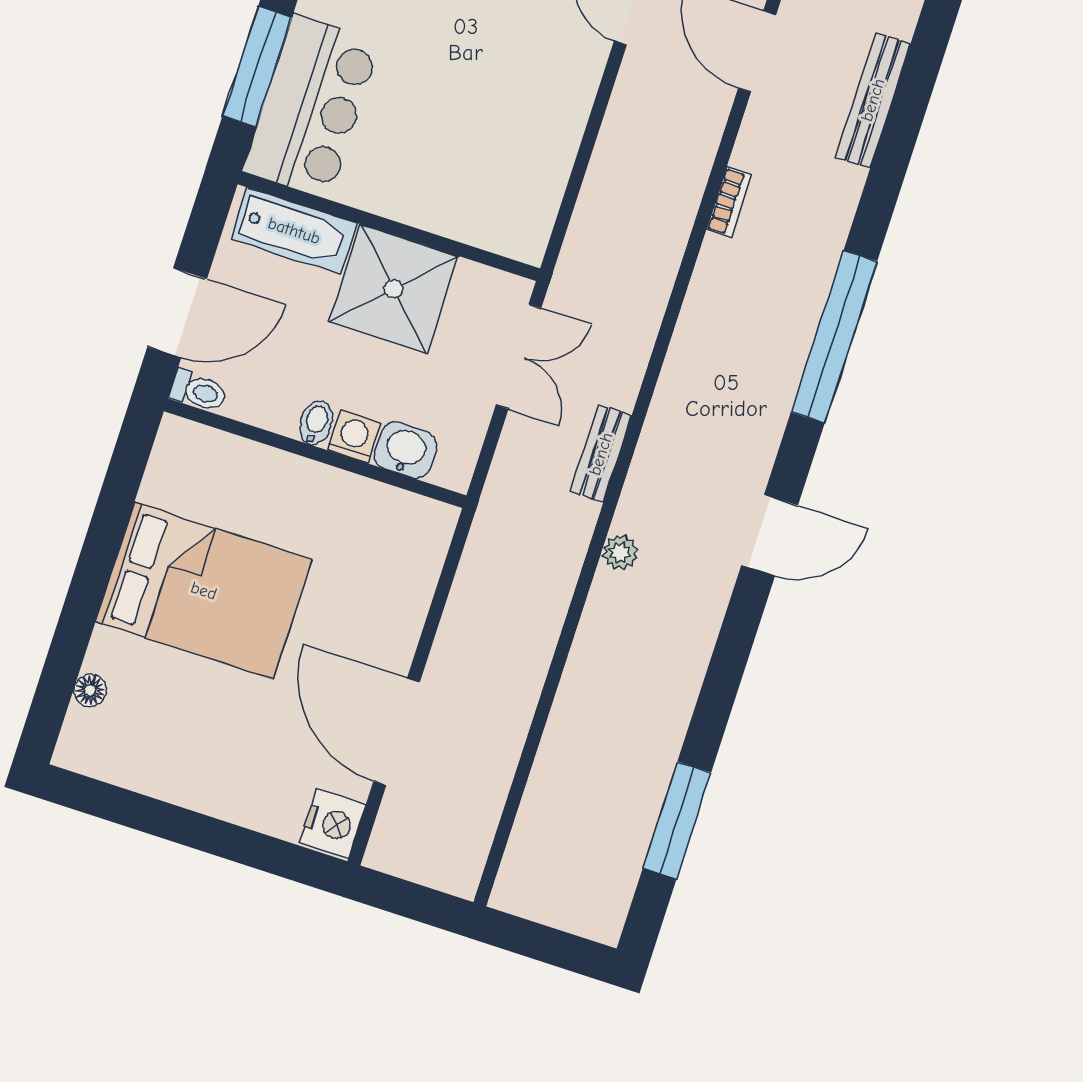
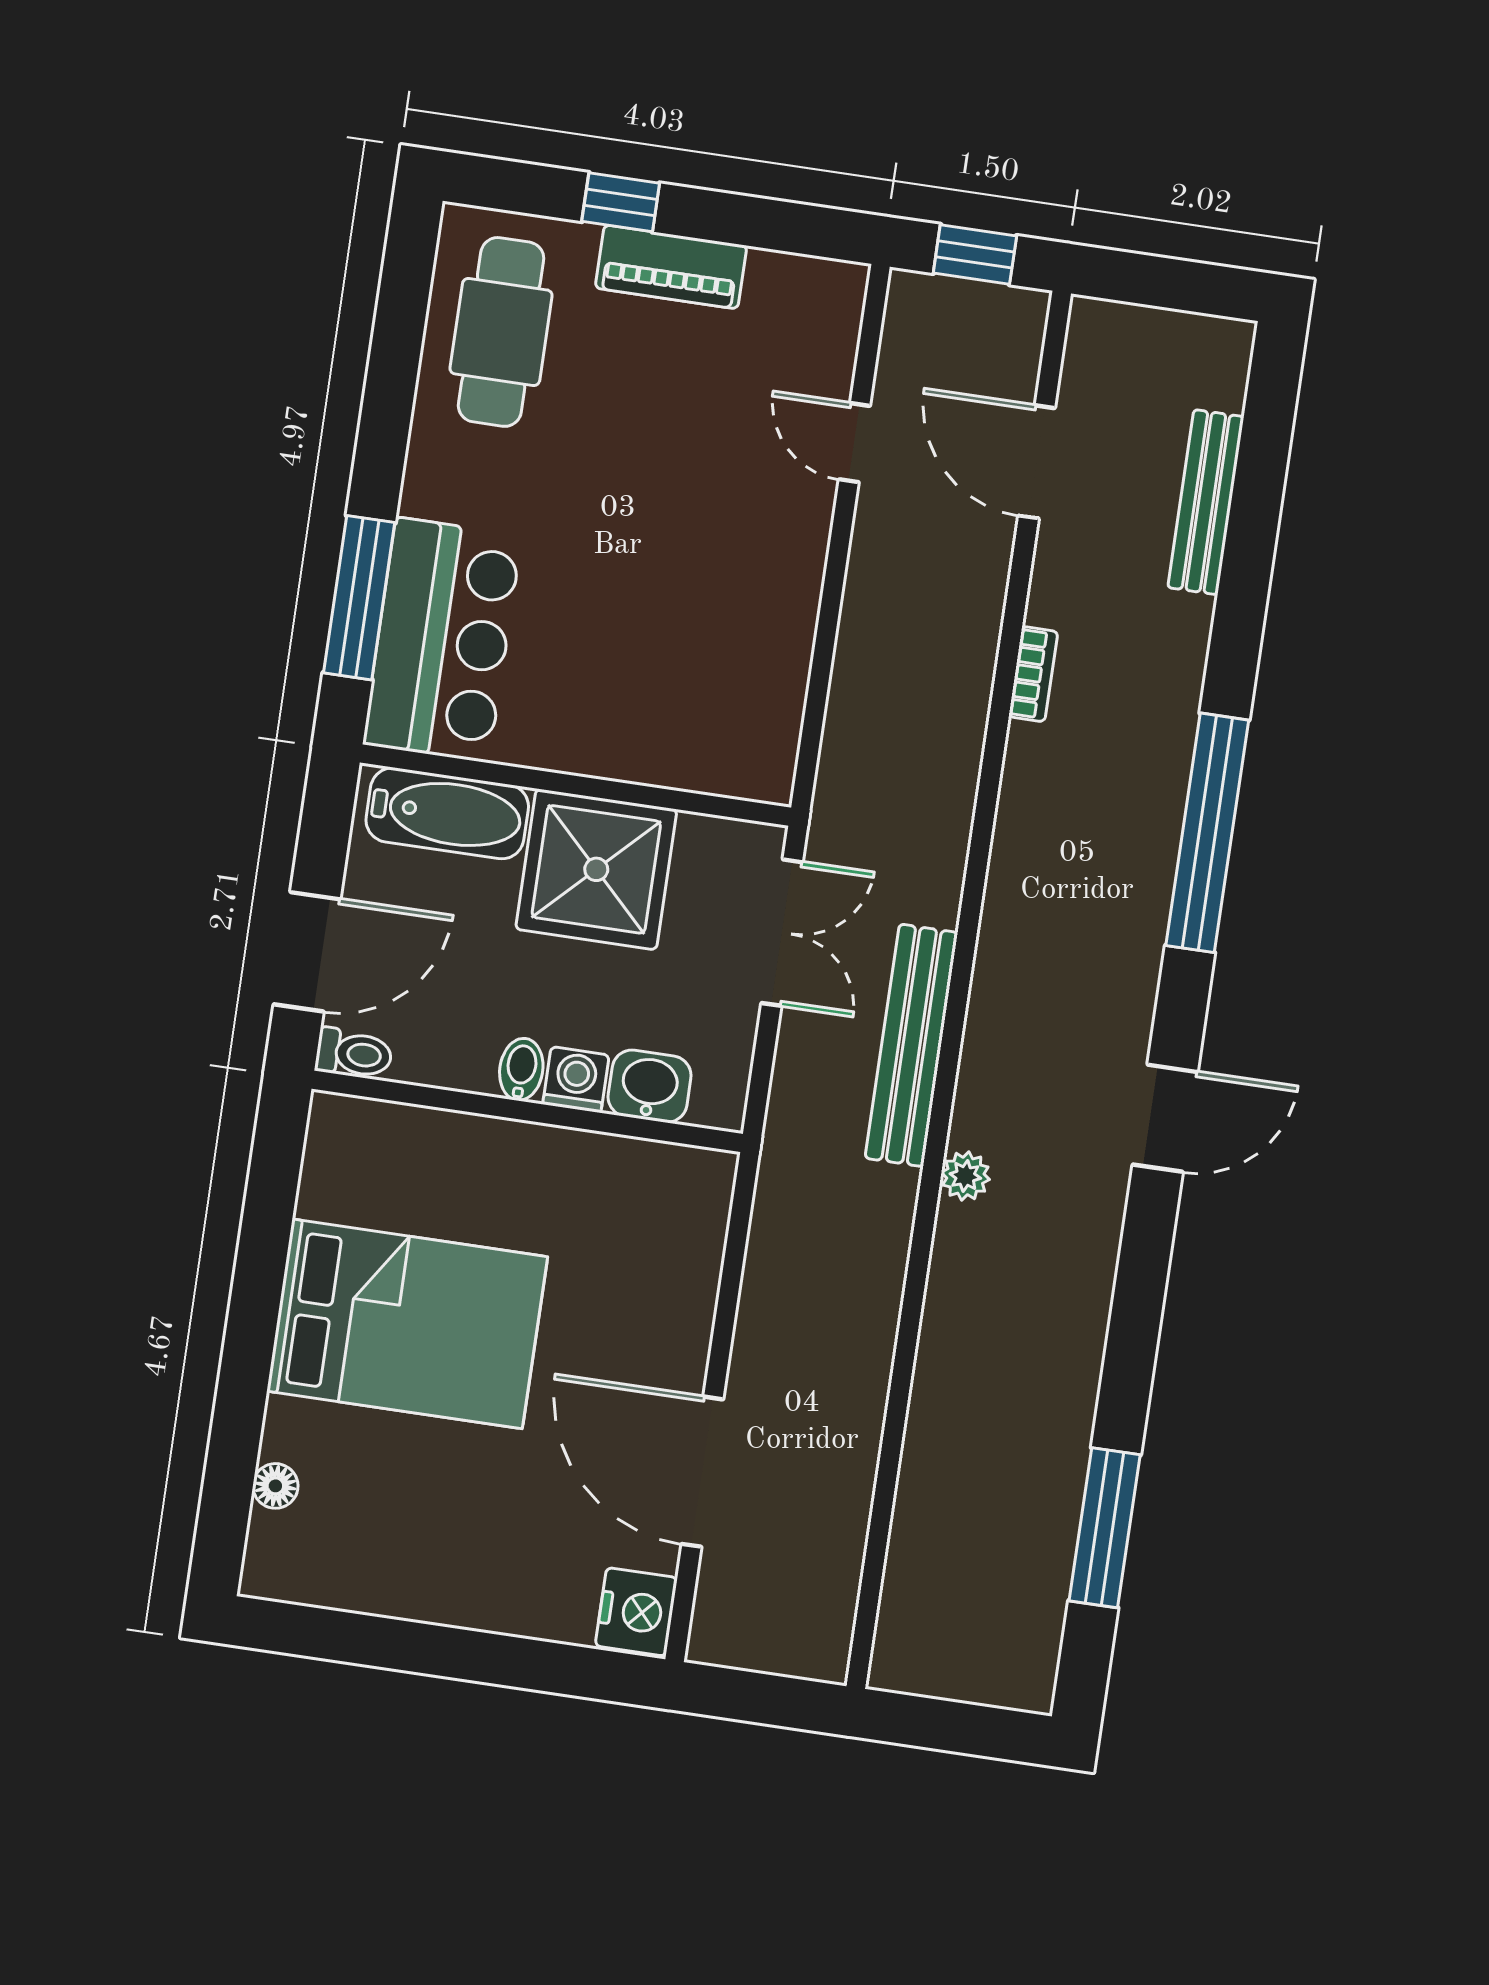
bench: (601, 454) -> (911, 1045), width x1.86, depth x1.21

